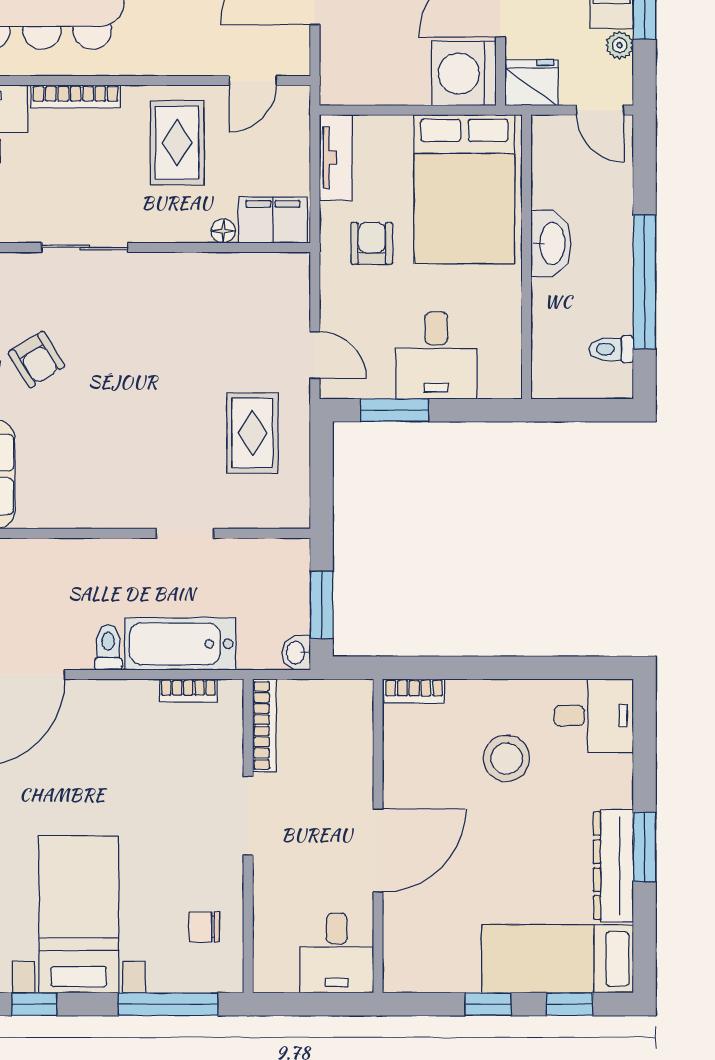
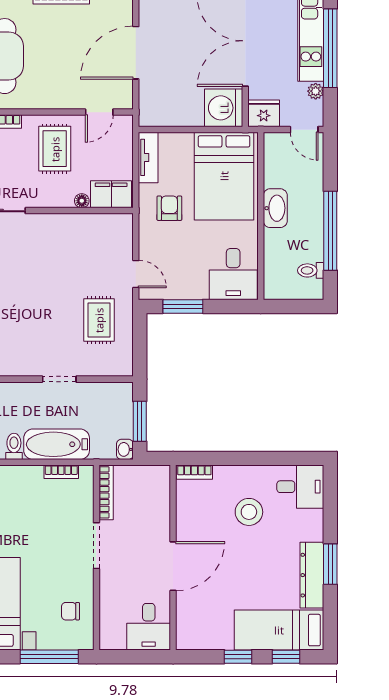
desk: (436, 355) -> (233, 274), moved

